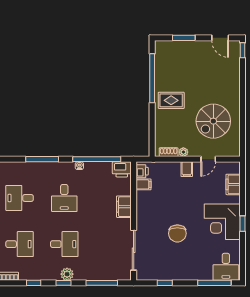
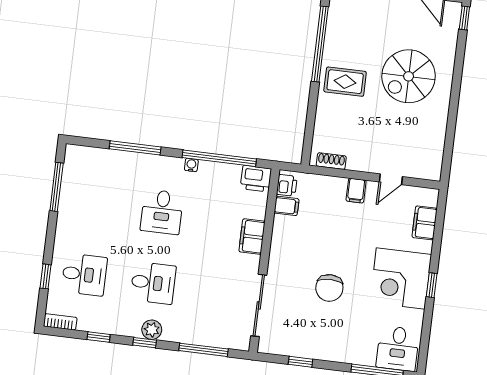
spiral stairs: (213, 121) -> (409, 76), moved
plant: (183, 152) -> (354, 164), removed
desk: (20, 198) -> (93, 203), removed

